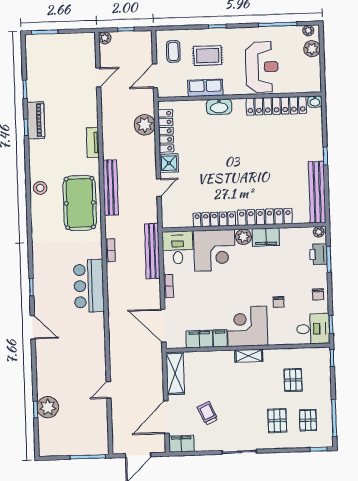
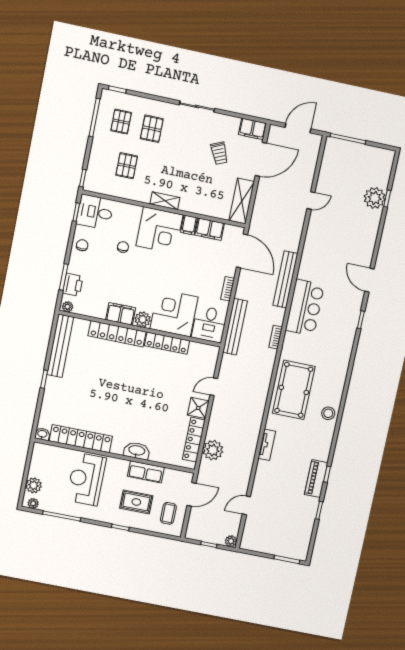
bench: (111, 187) -> (285, 279), moved

